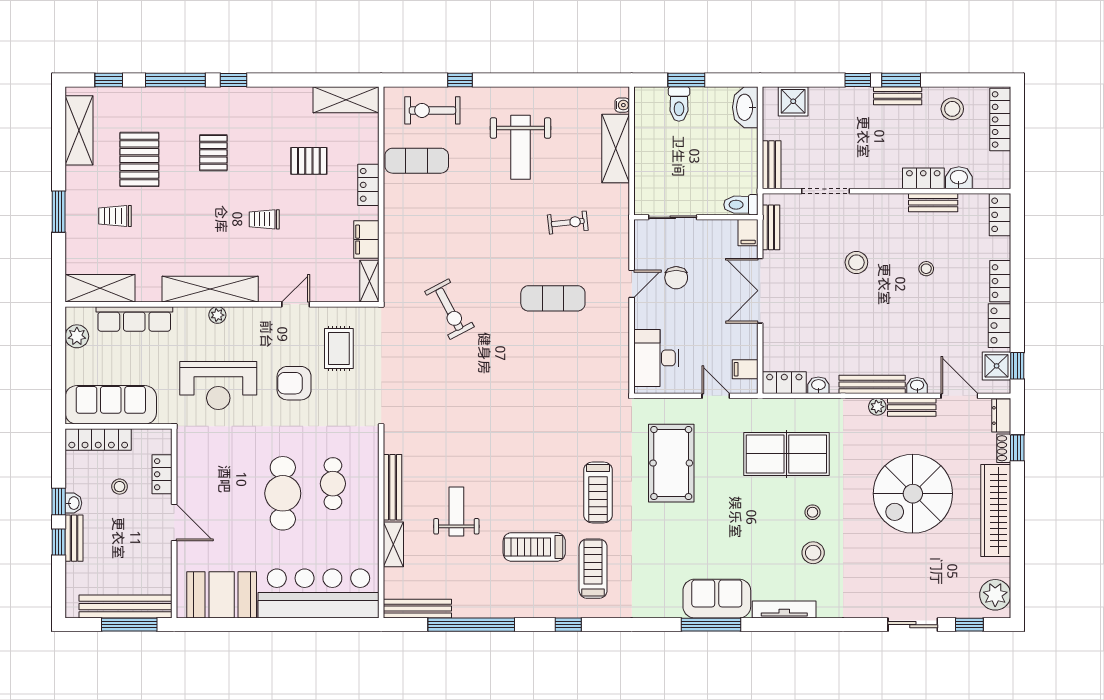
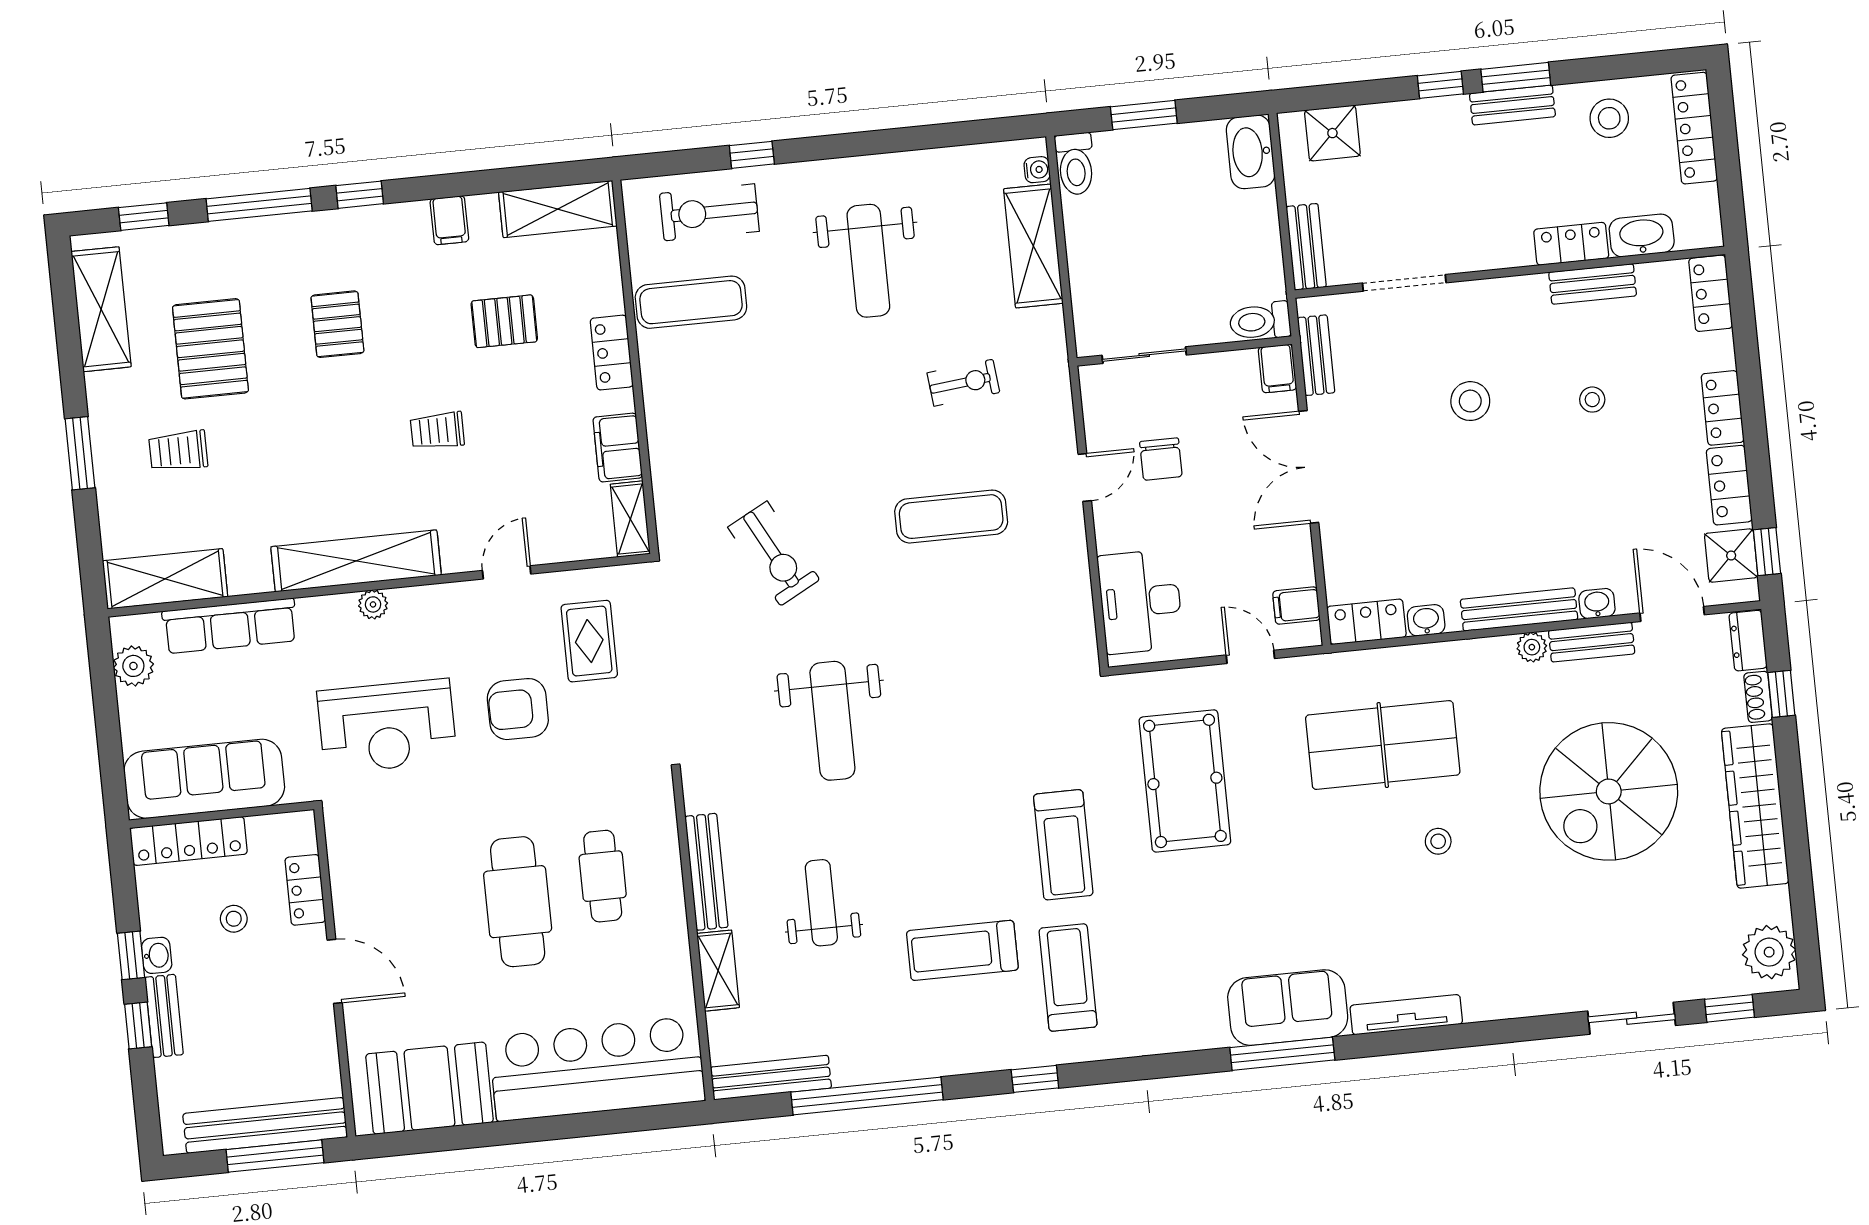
filing cabinet: (283, 100) -> (449, 220), added
toilet: (679, 104) -> (1075, 164), moved
washbasin: (959, 178) -> (1642, 236), width x1.38
weight bench: (473, 408) -> (832, 721), added
stool: (813, 553) -> (1446, 911), removed

